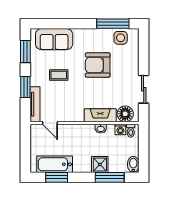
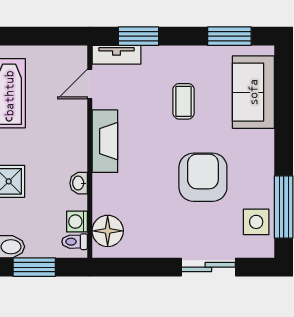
window: (25, 87) -> (138, 36), moved
sliding door: (144, 89) -> (208, 267), moved
tv unit: (35, 104) -> (117, 55), width x0.71
fireplace: (100, 115) -> (105, 141), moved
window: (144, 151) -> (34, 267), added

